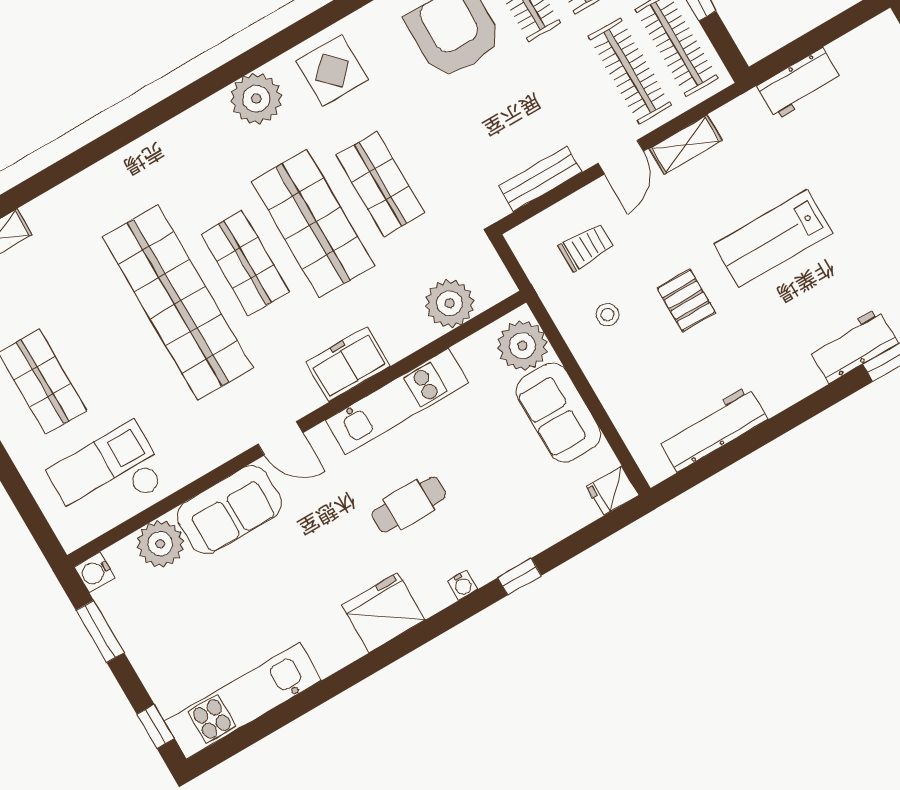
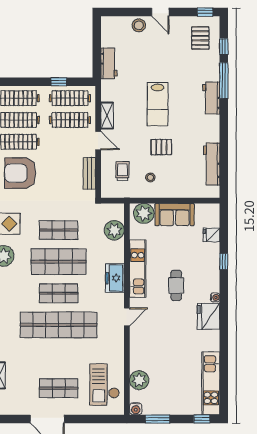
fridge: (613, 491) -> (212, 235), moved, turned 90
sofa: (229, 510) -> (141, 349), removed
water cooler: (462, 585) -> (215, 297), moved

